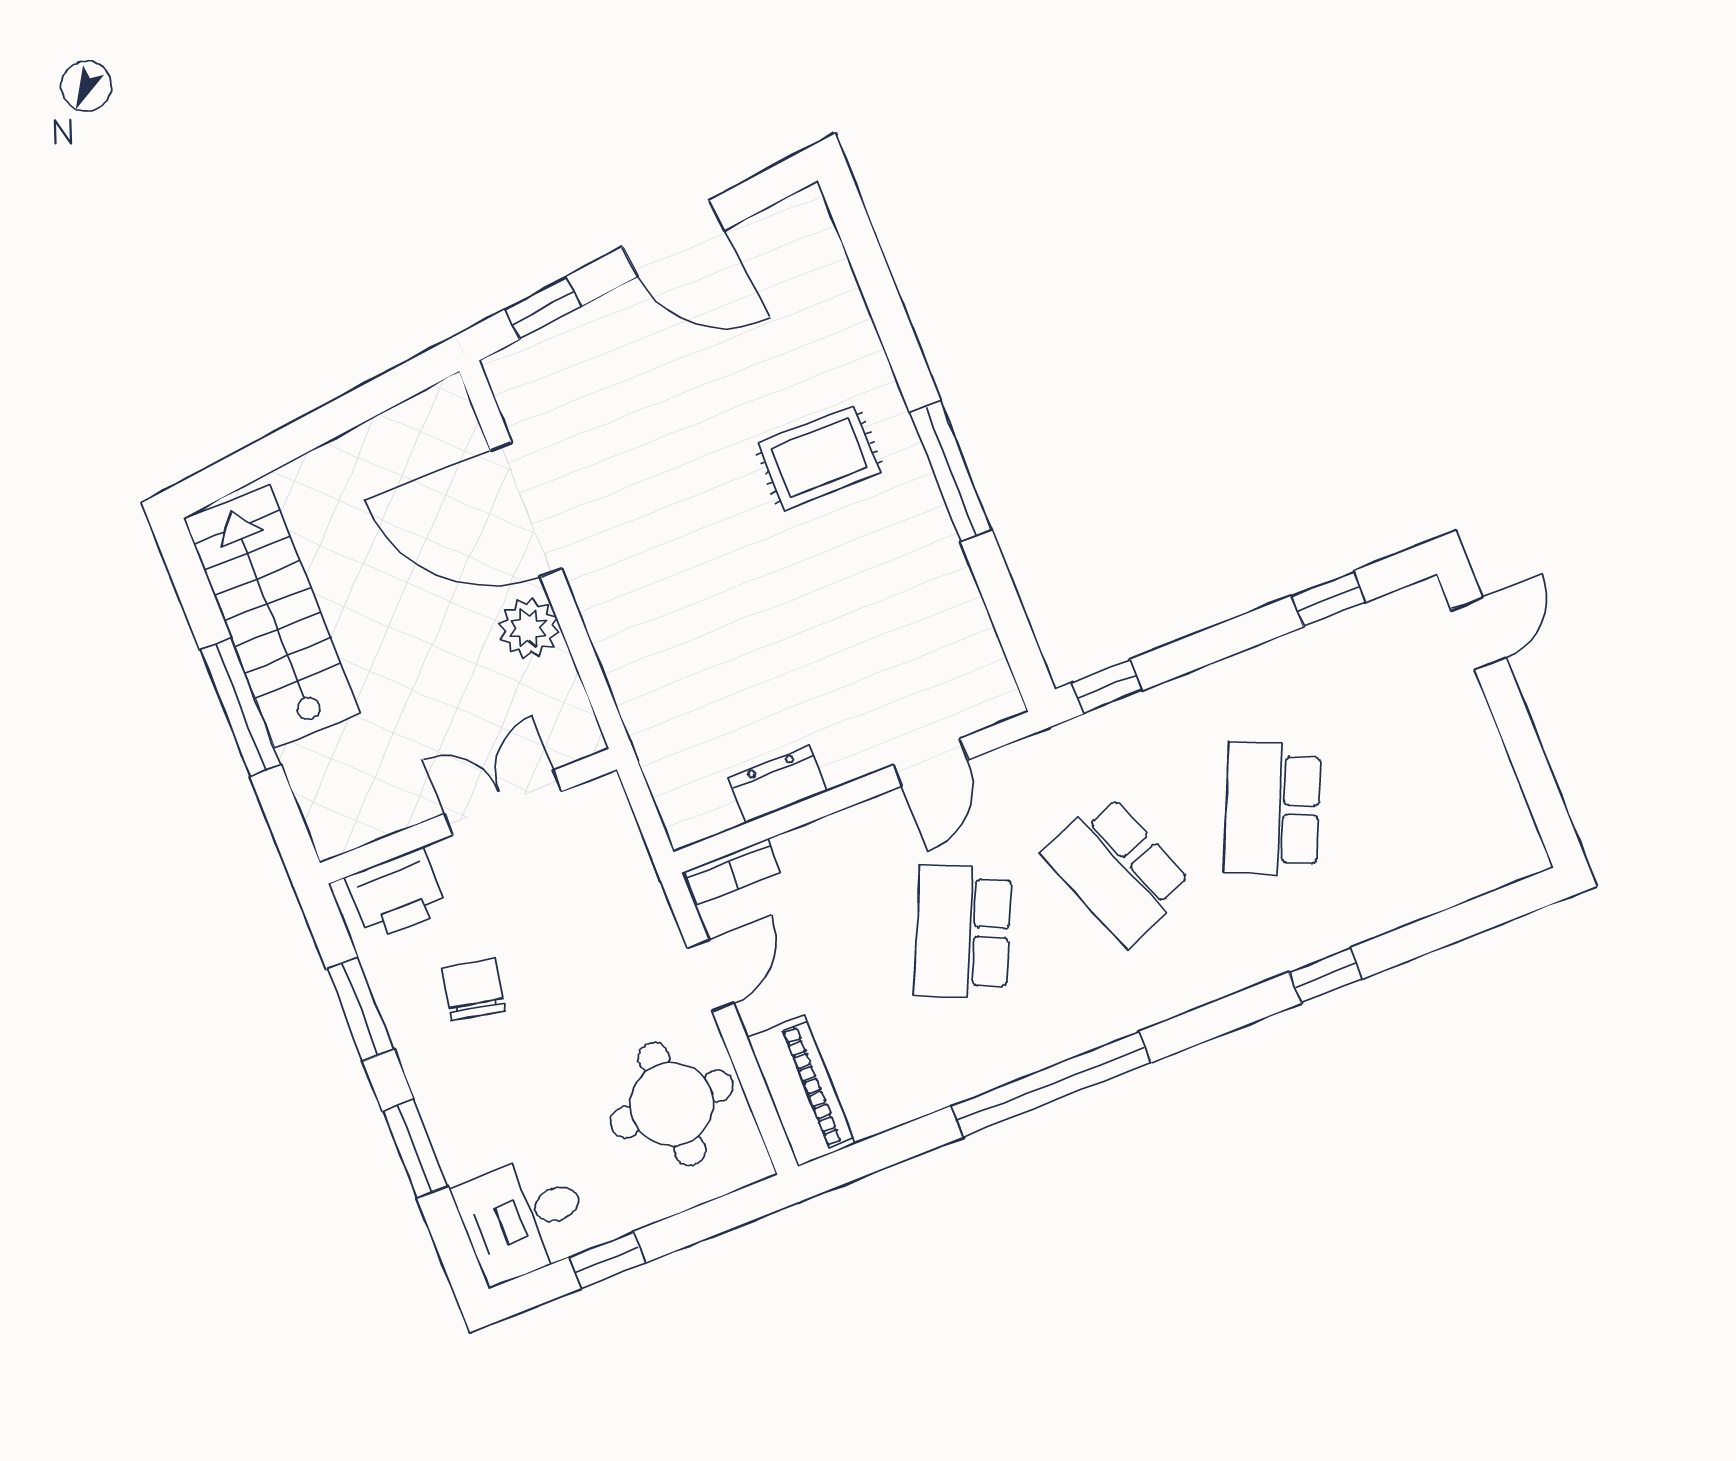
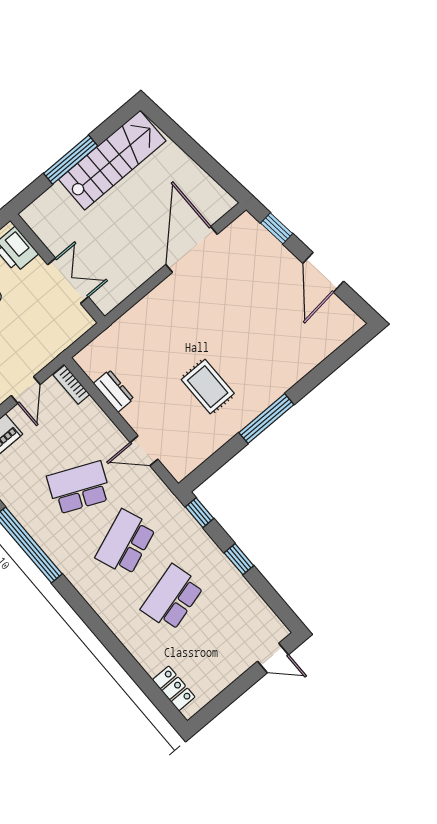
rug: (819, 458) -> (208, 387), moved
window: (1329, 599) -> (239, 559), moved
plant: (528, 628) -> (143, 267), removed
school desk: (1272, 809) -> (172, 598), turned -39
locker: (1472, 873) -> (174, 688), added
window: (1326, 975) -> (111, 643), removed
door: (711, 976) -> (26, 390), hinge flipped

